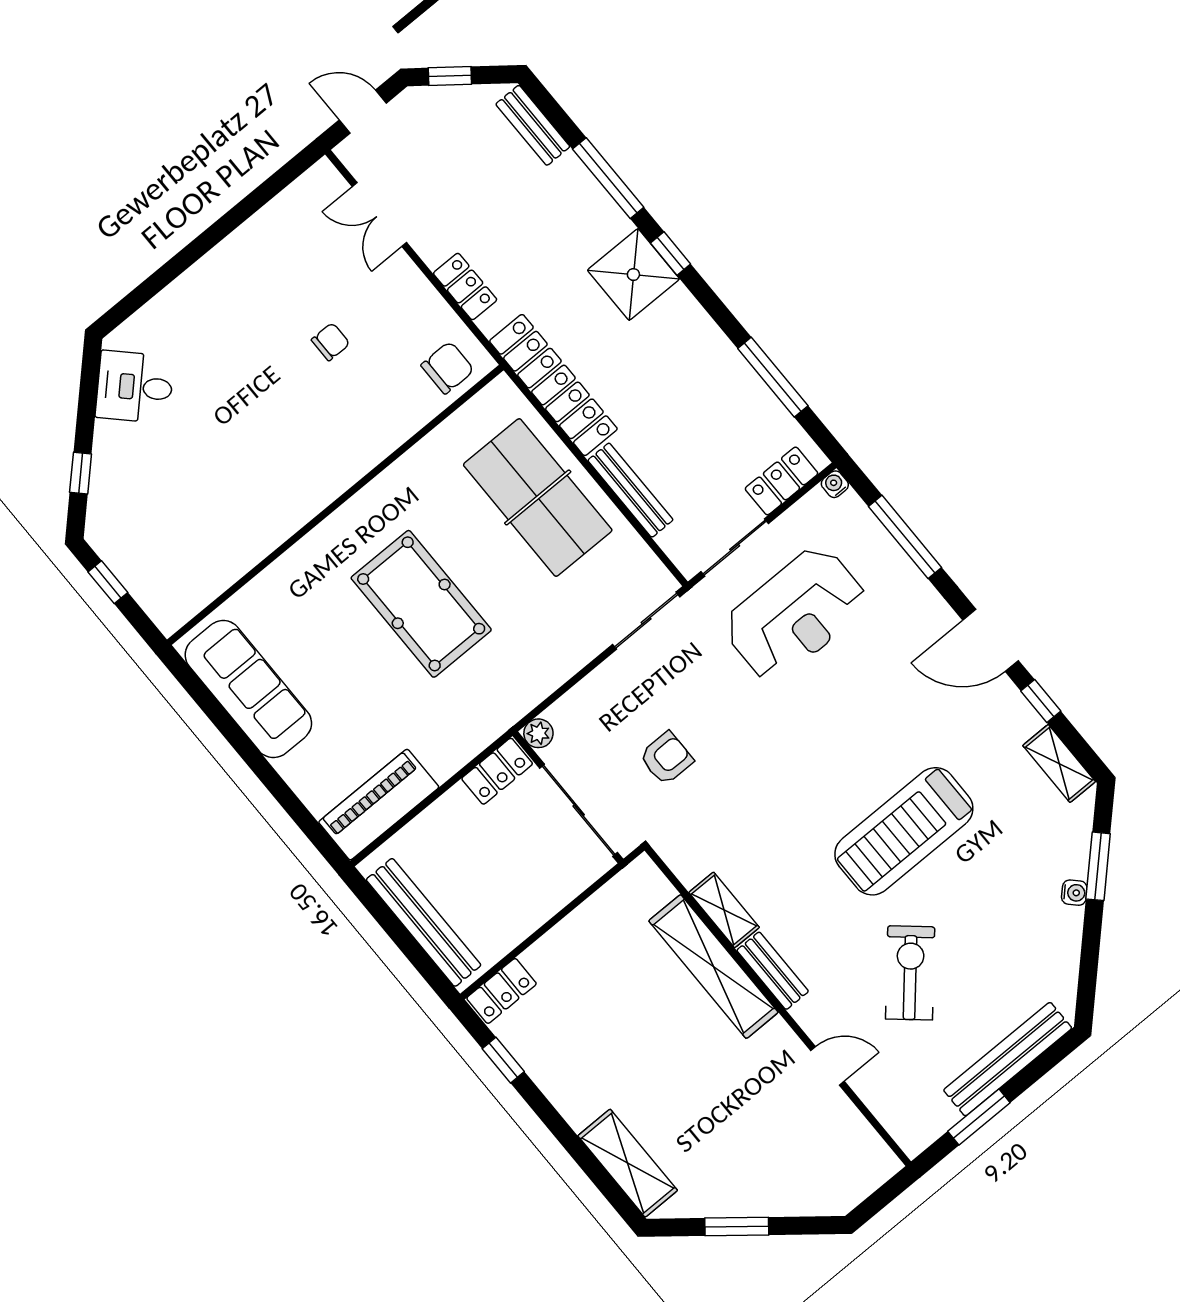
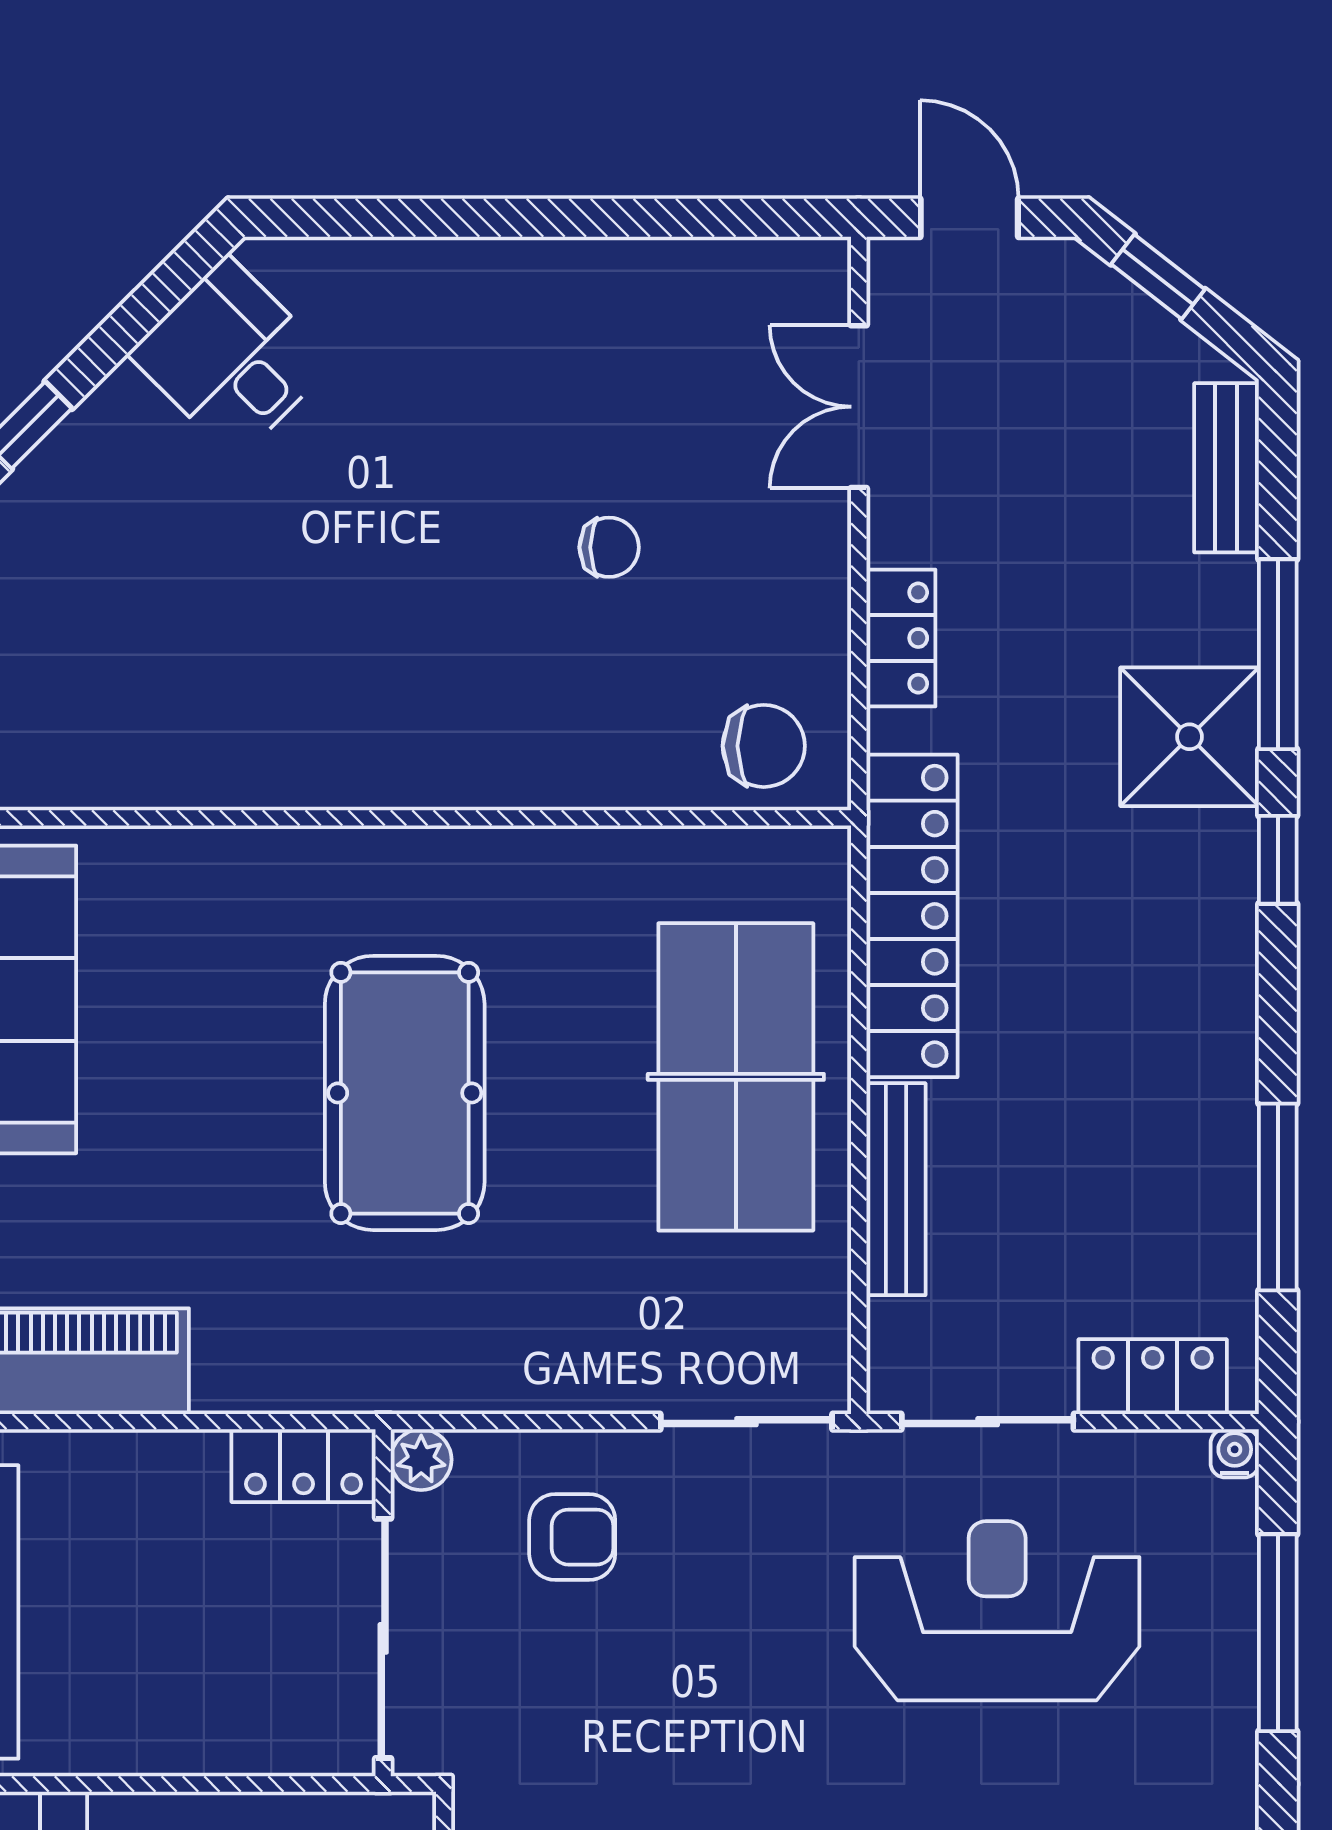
shower: (633, 275) -> (1189, 737), moved
reception desk: (795, 614) -> (997, 1611), turned 180
armchair: (666, 758) -> (572, 1537), moved

